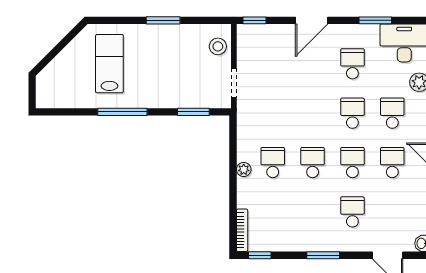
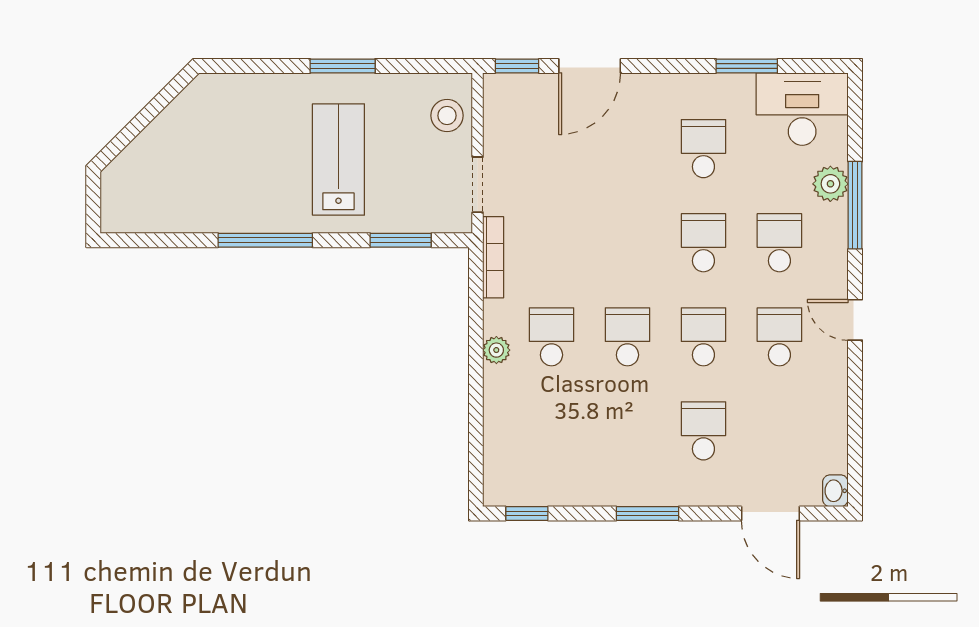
door: (312, 20) -> (590, 66), moved
lab bench: (109, 64) -> (338, 160), moved
bookcase: (242, 230) -> (493, 257), moved

